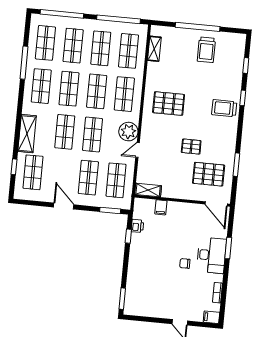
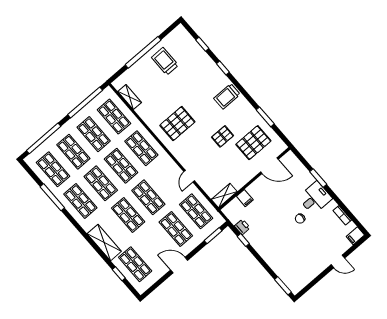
trolley: (206, 50) -> (165, 61), turned 180
trolley: (224, 108) -> (227, 96), moved
plant: (128, 132) -> (170, 170), removed
door: (216, 204) -> (269, 166), moved
desk: (211, 255) -> (315, 198), width x0.73

